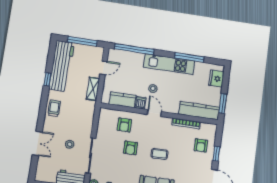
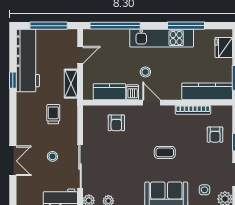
trolley: (54, 108) -> (53, 114), moved
armchair: (130, 148) -> (128, 150), removed

